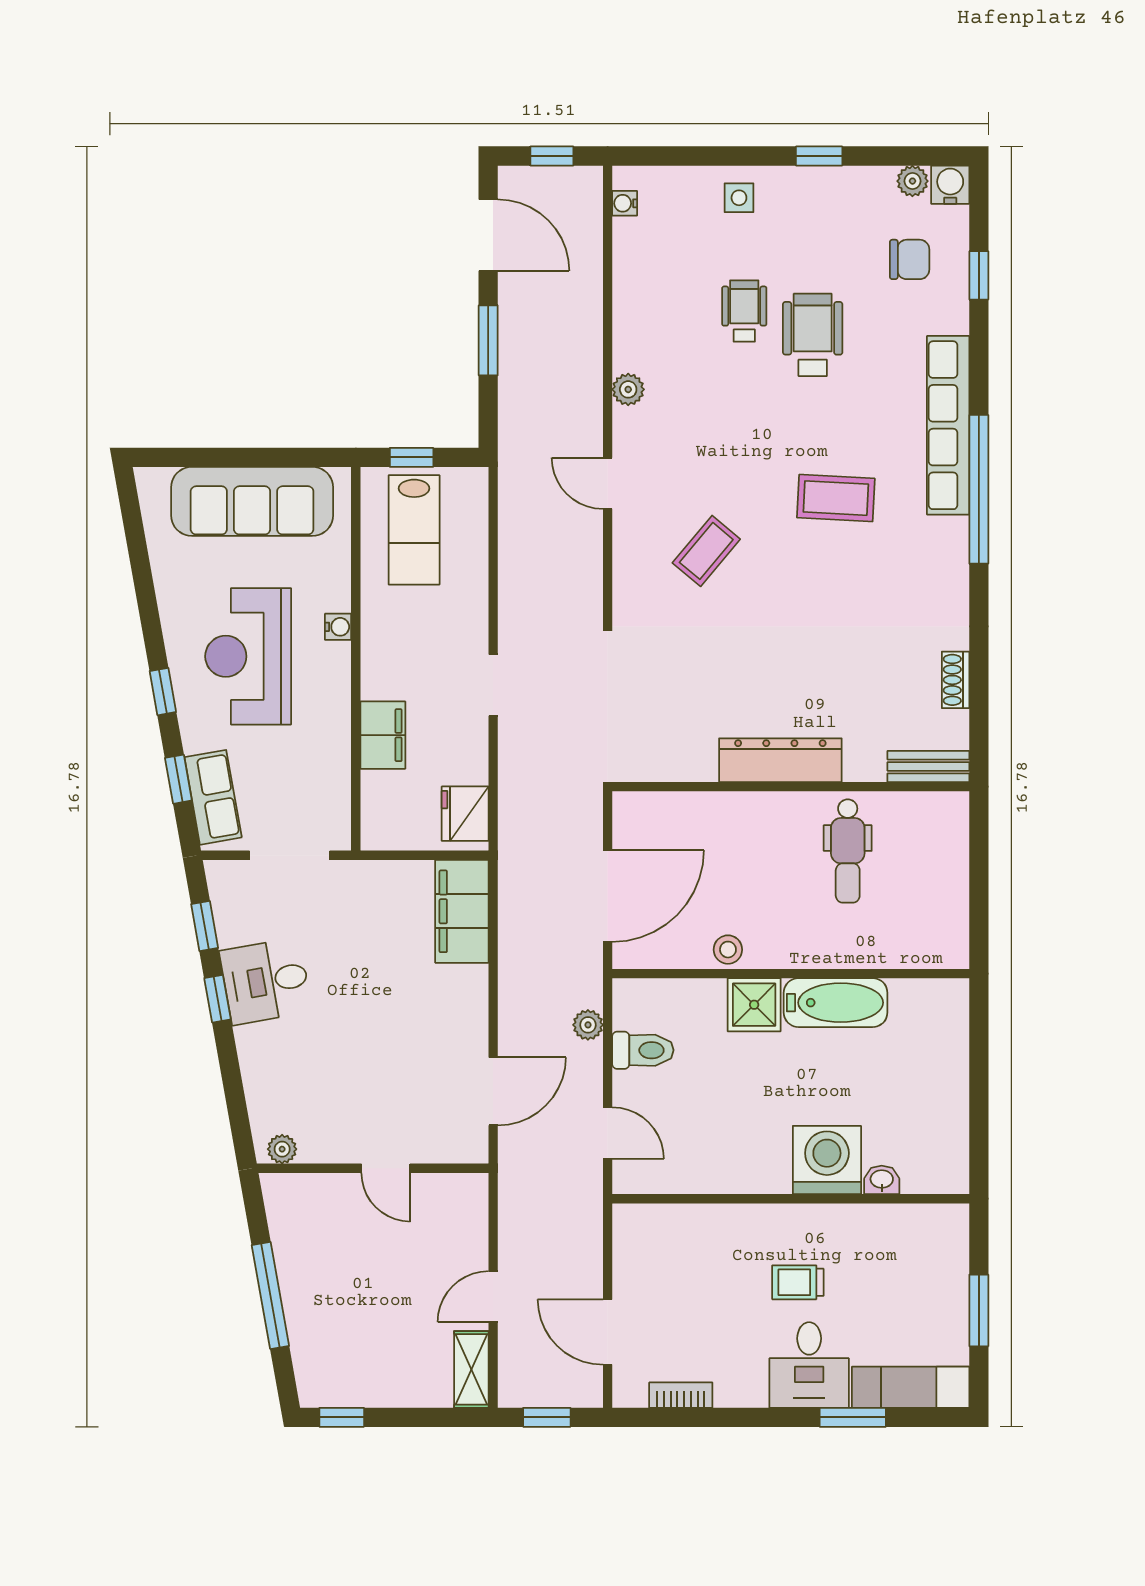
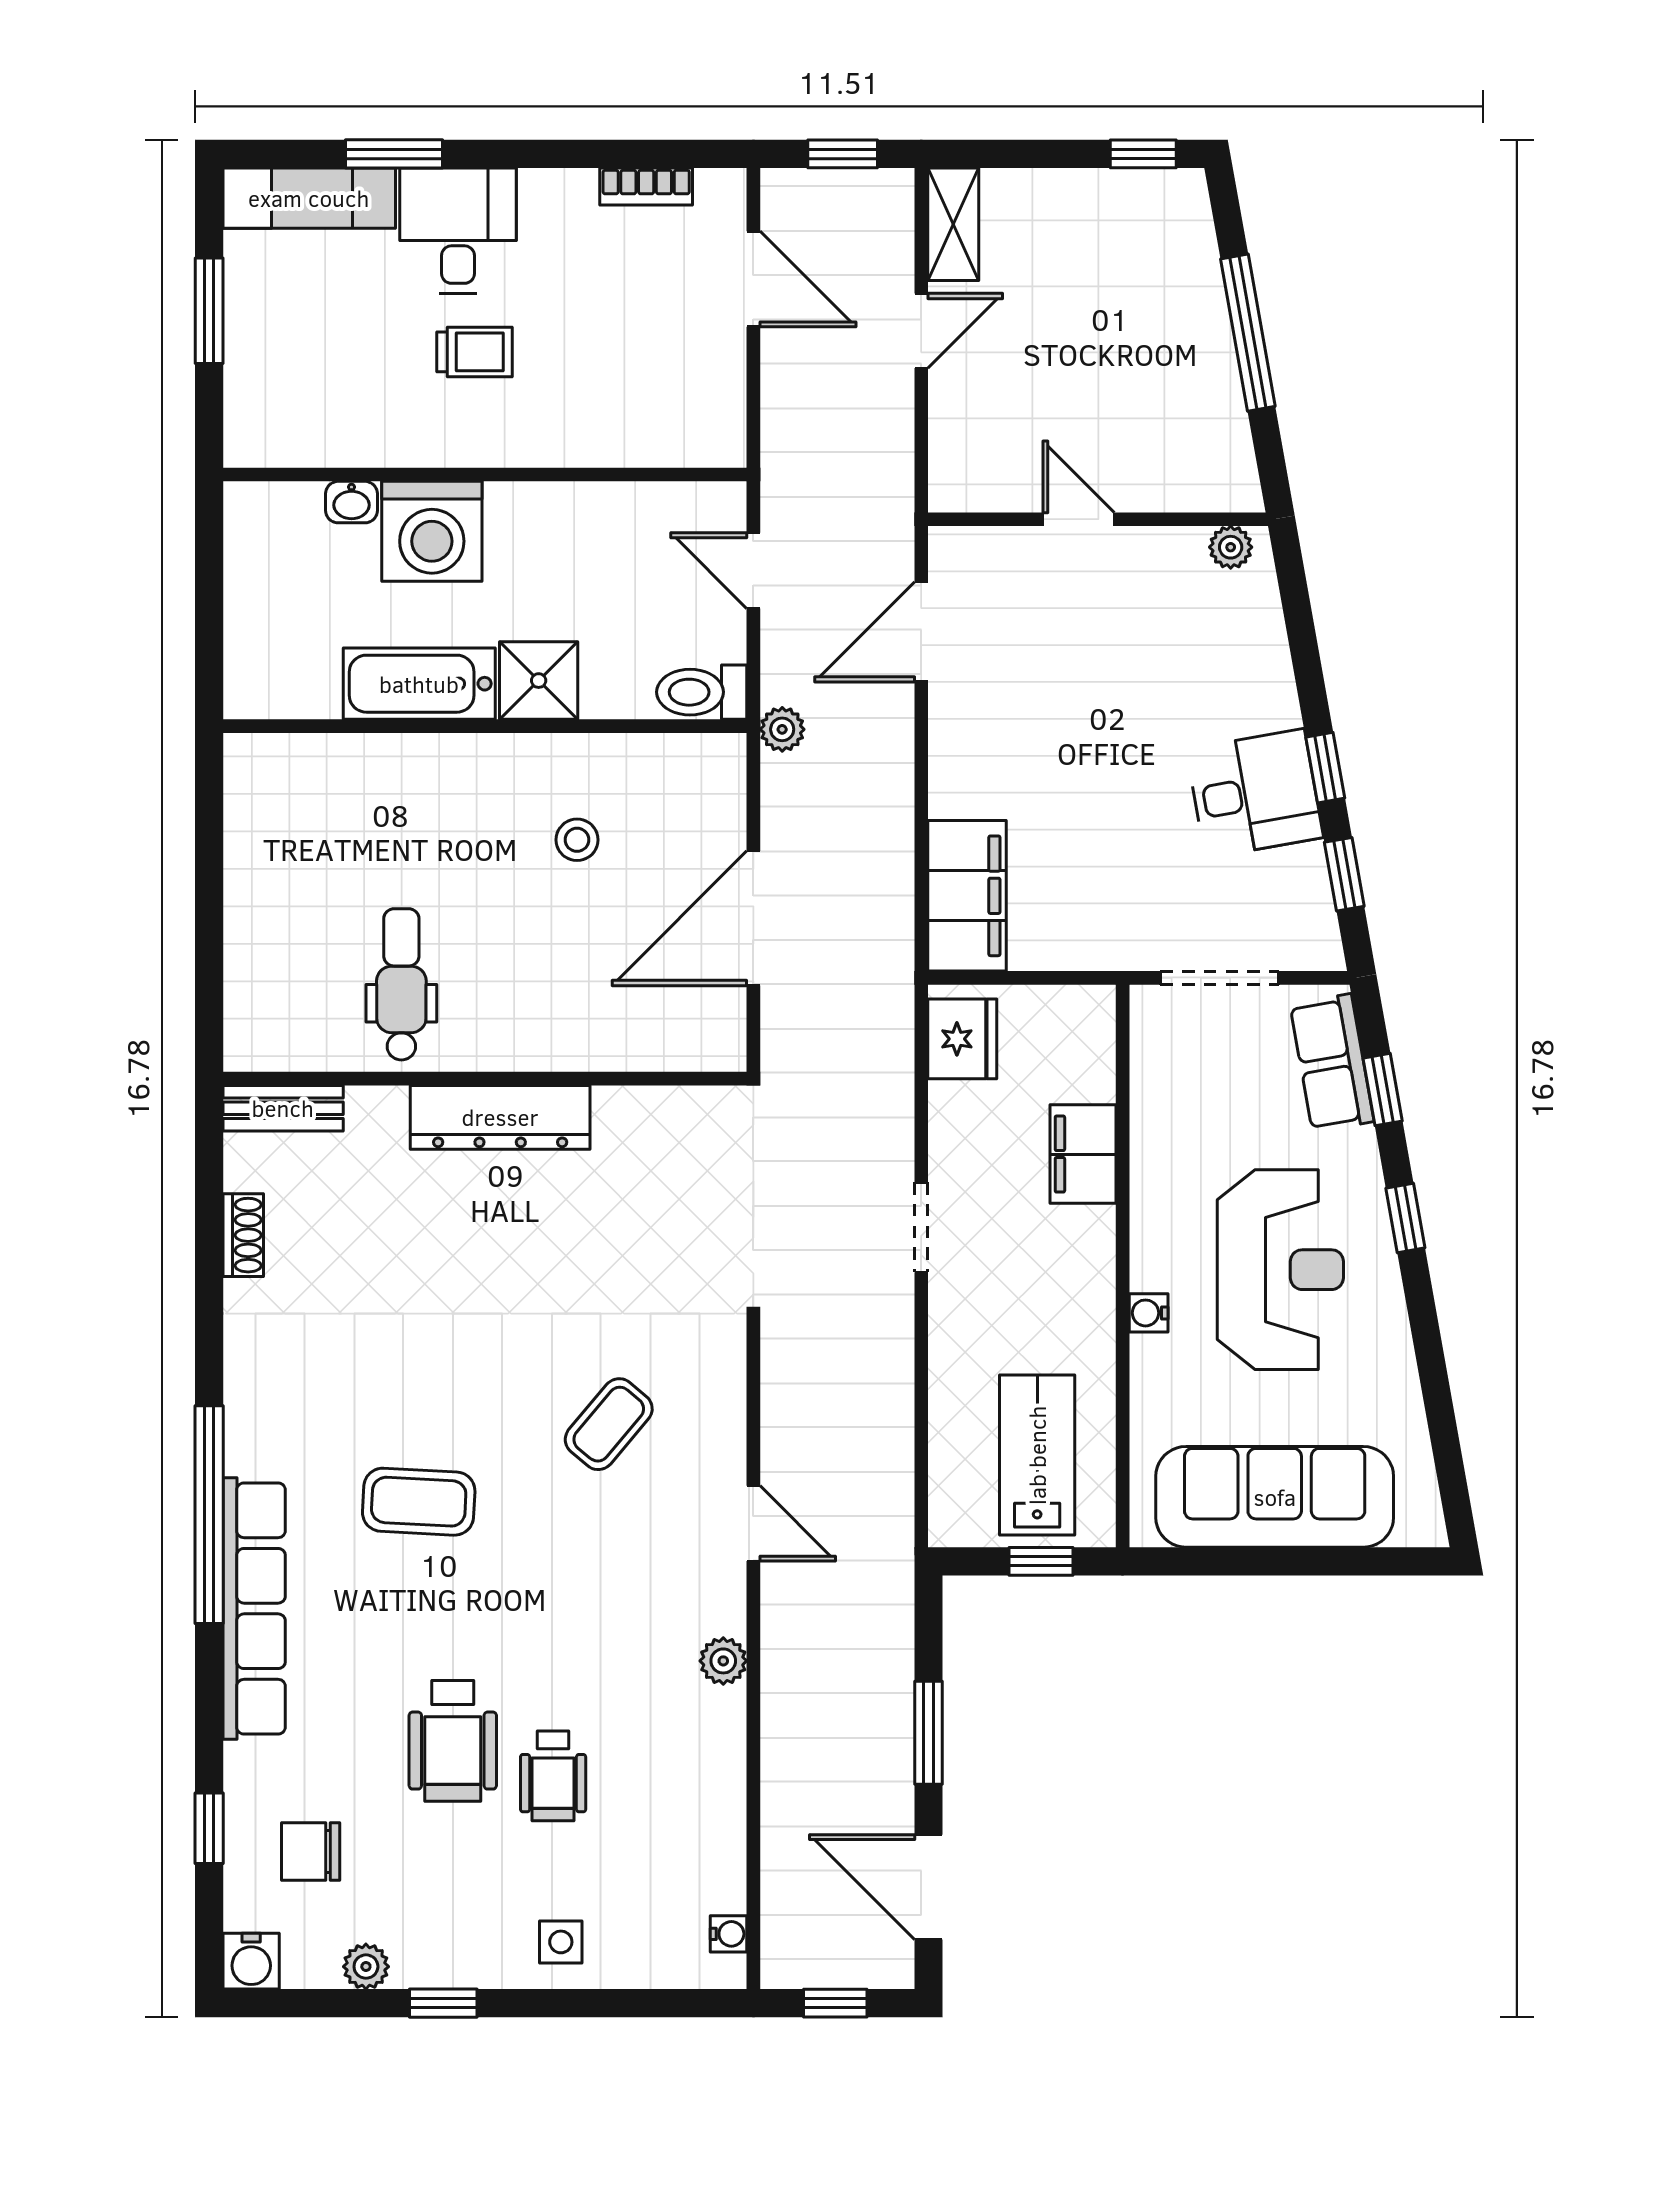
plant: (912, 181) -> (366, 1967), moved
wall: (791, 974) -> (485, 726), moved
bathtub: (836, 1003) -> (419, 684), moved
shower: (754, 1005) -> (539, 681), moved

